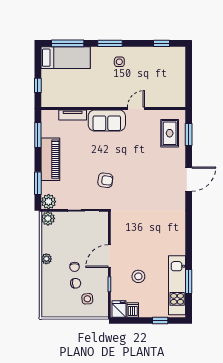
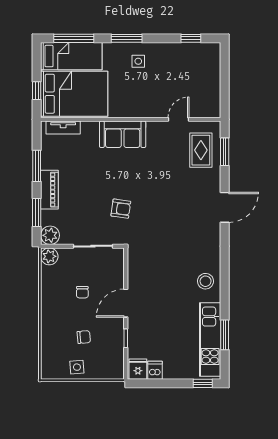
bed: (68, 88) -> (74, 94), added
door: (136, 108) -> (178, 119), moved
tv unit: (73, 115) -> (63, 127), moved
window: (38, 135) -> (37, 166), moved
piano: (50, 159) -> (49, 190), width x0.73, depth x0.75
plant: (46, 259) -> (47, 307), removed
chair: (75, 267) -> (82, 292), moved
stool: (138, 276) -> (206, 281), moved
side table: (87, 299) -> (77, 367), moved
window: (160, 321) -> (203, 383), moved

